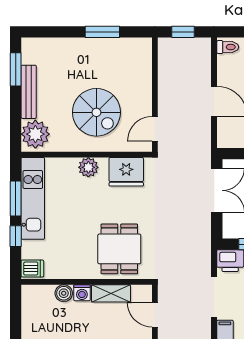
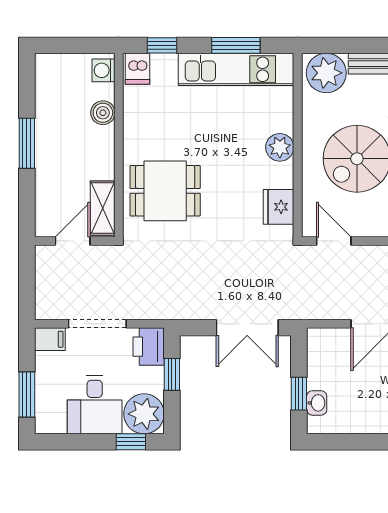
fridge: (126, 172) -> (279, 207), width x0.73, depth x0.75
window: (16, 236) -> (162, 45), moved
washing machine: (82, 293) -> (103, 70), moved
shelving: (111, 293) -> (103, 208), moved

